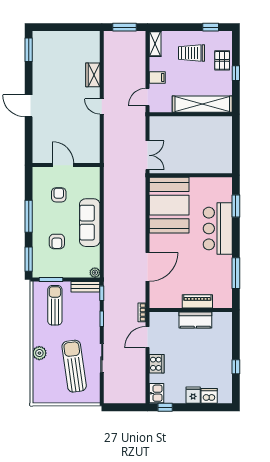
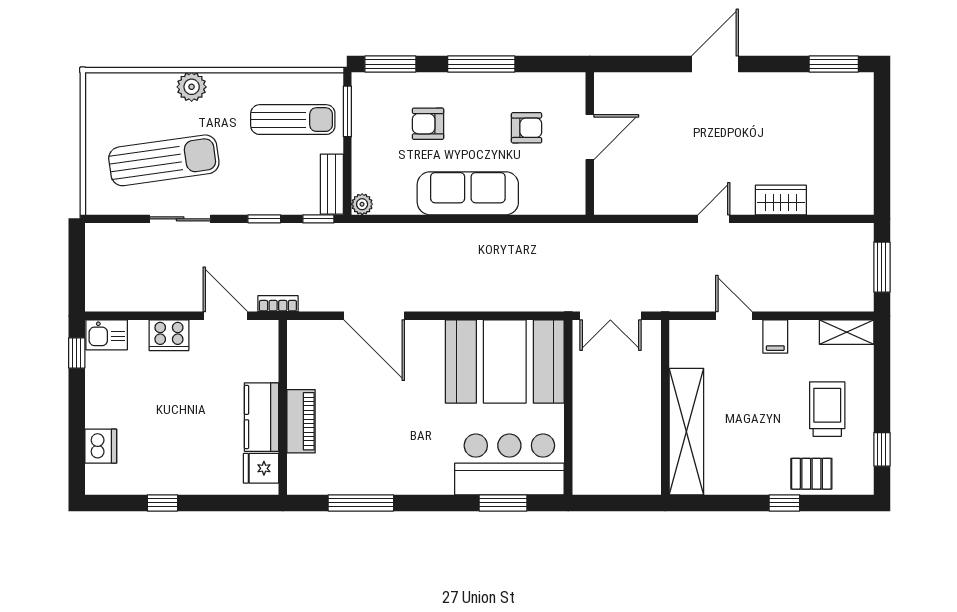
shelving: (202, 104) -> (686, 432), moved
wall: (191, 114) -> (665, 407), moved
bar counter: (218, 229) -> (509, 464), moved
fridge: (193, 395) -> (261, 468), moved, turned 180

